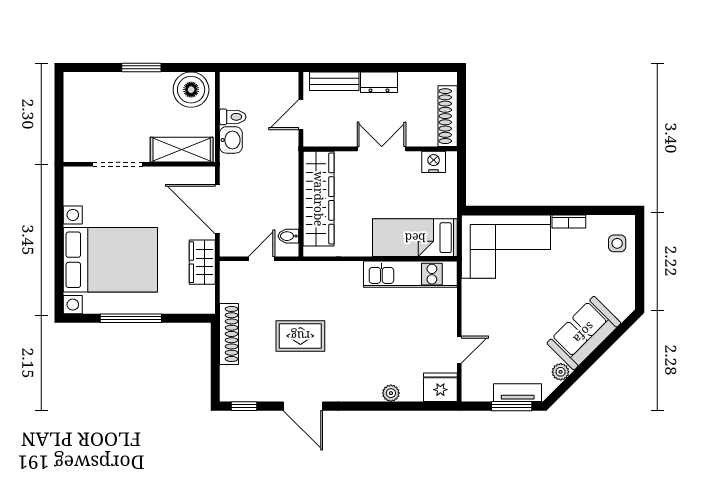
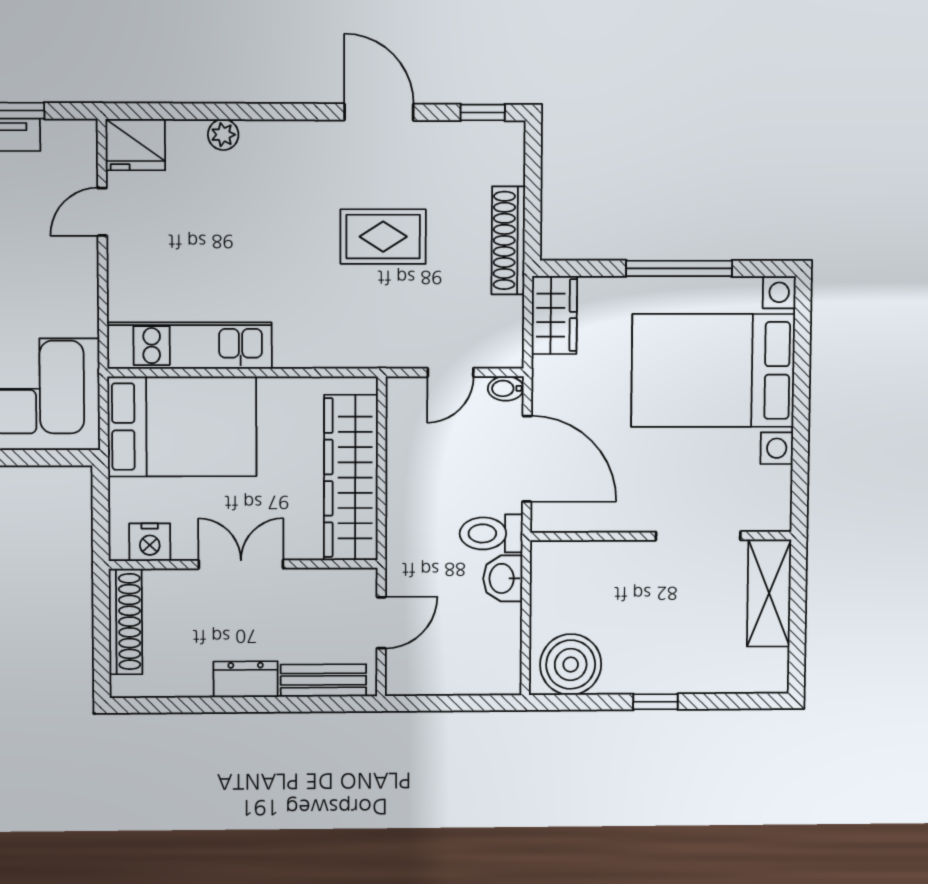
window: (141, 67) -> (655, 702), width x0.67
toilet: (233, 117) -> (491, 533), moved, width x1.37, depth x1.39
double door: (382, 149) -> (241, 564), swing flipped
shelving: (182, 150) -> (769, 593), moved, turned 90
bidet: (288, 236) -> (506, 388), moved, turned 180
bed: (415, 238) -> (182, 426), width x1.50
wardrobe: (202, 262) -> (554, 315), moved

